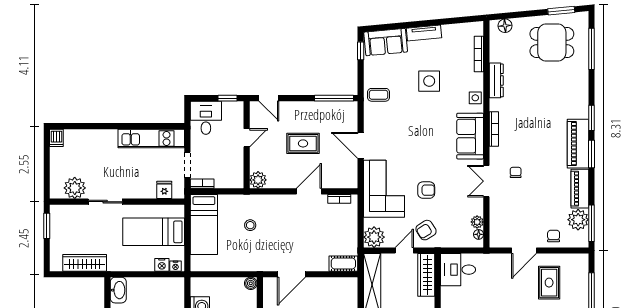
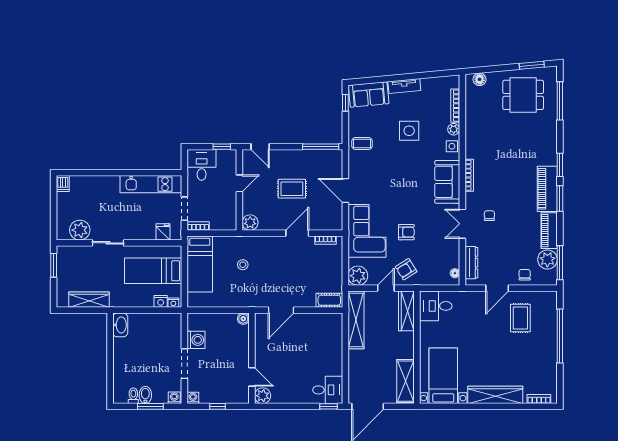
dresser: (496, 80) -> (471, 263), moved
plant: (477, 222) -> (454, 129), moved

